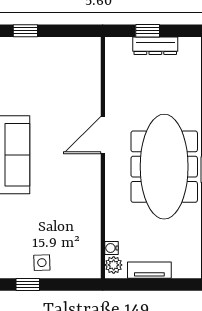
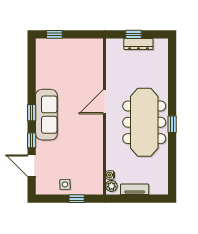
window: (28, 285) -> (77, 199), moved

